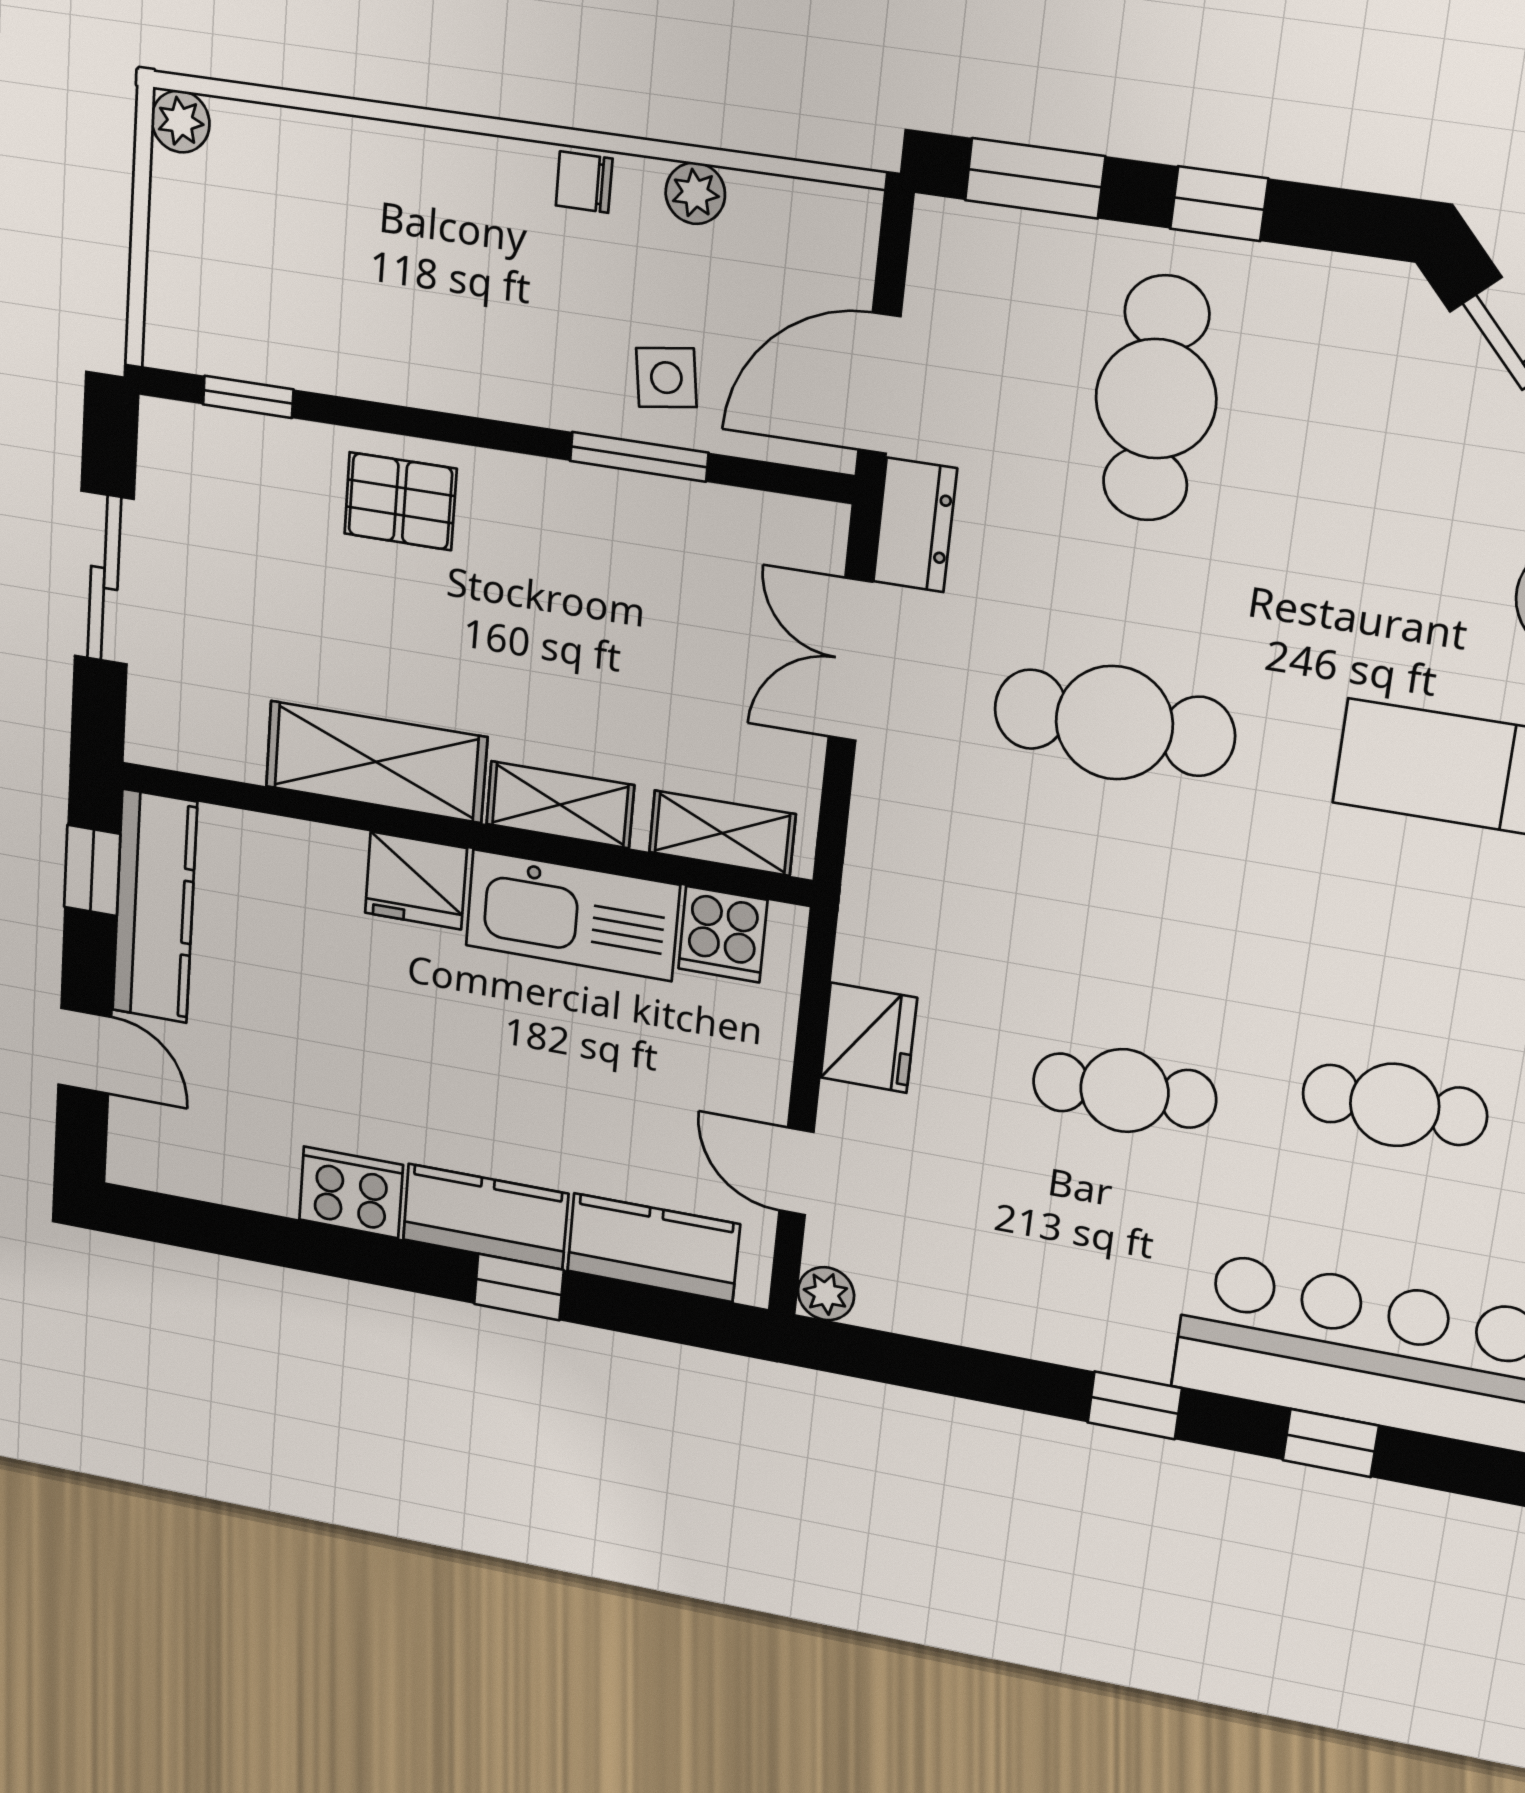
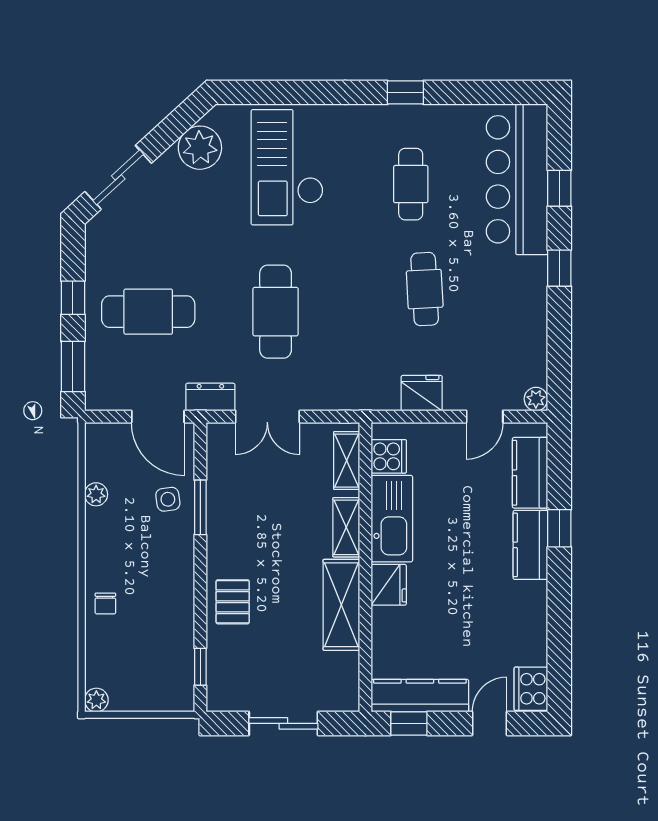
chair: (584, 182) -> (105, 603), moved
cooker: (351, 1192) -> (531, 689), moved

